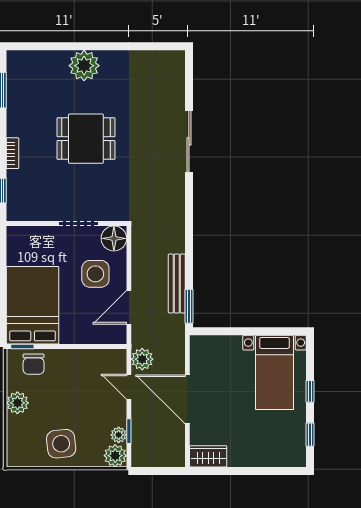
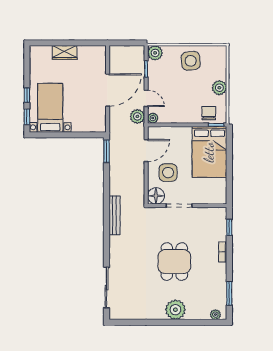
plant: (23, 58) -> (215, 315), added
dining table: (86, 139) -> (174, 262), turned 90
sliding door: (189, 141) -> (107, 287), moved
bench: (177, 283) -> (115, 215), moved
door: (187, 399) -> (108, 90), hinge flipped
plant: (119, 435) -> (153, 118), moved
window: (310, 435) -> (27, 117), moved
wardrobe: (208, 456) -> (65, 53), moved

